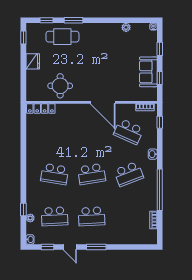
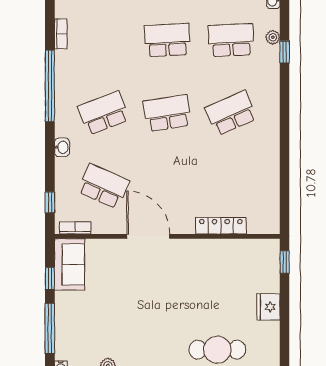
window: (23, 38) -> (285, 262), moved
window: (160, 49) -> (50, 328), width x2.17
sofa: (148, 72) -> (69, 264), moved
round table: (60, 86) -> (221, 265), removed
locker: (41, 109) -> (221, 226), moved
school desk: (55, 174) -> (231, 113), turned -33

